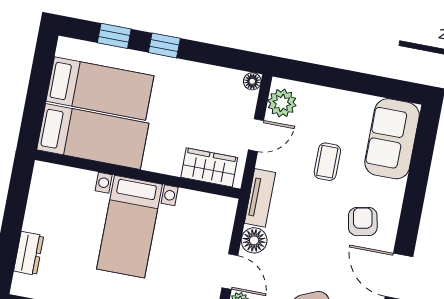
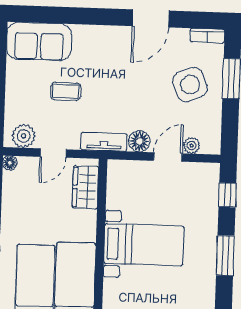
door: (256, 135) -> (53, 153), swing flipped
armchair: (363, 222) -> (110, 55), removed

